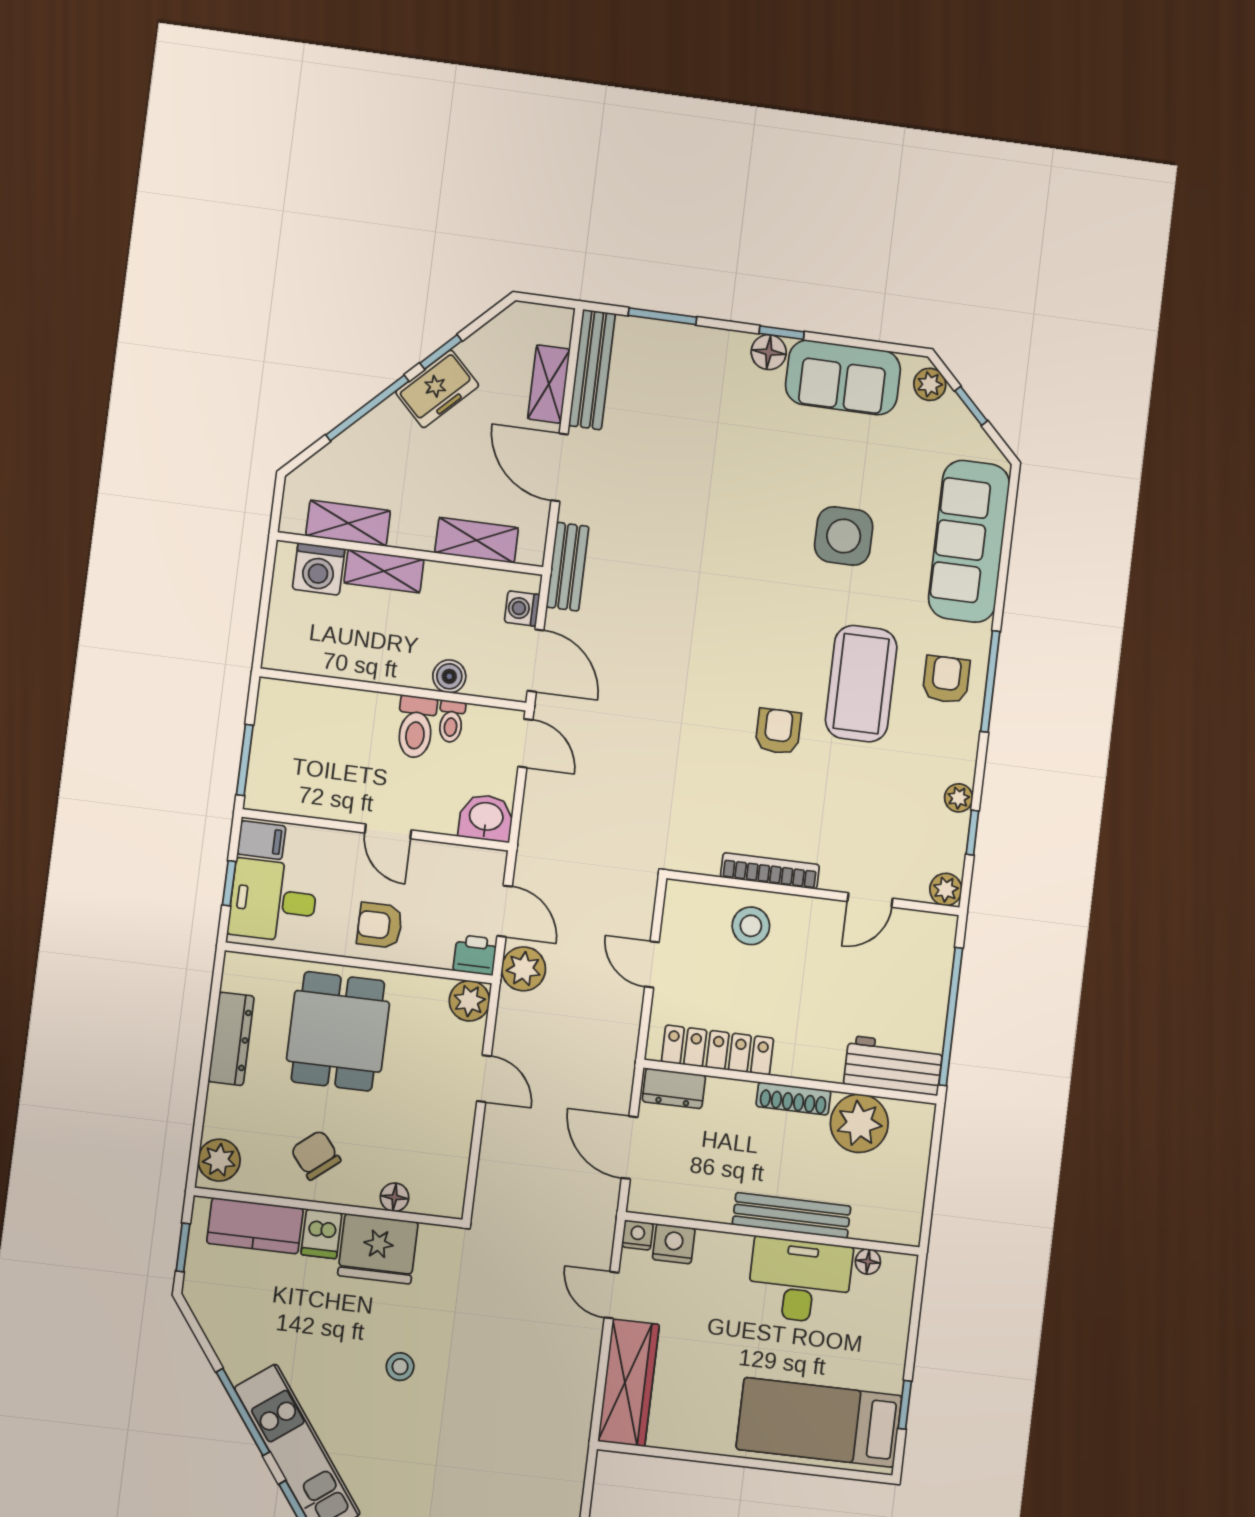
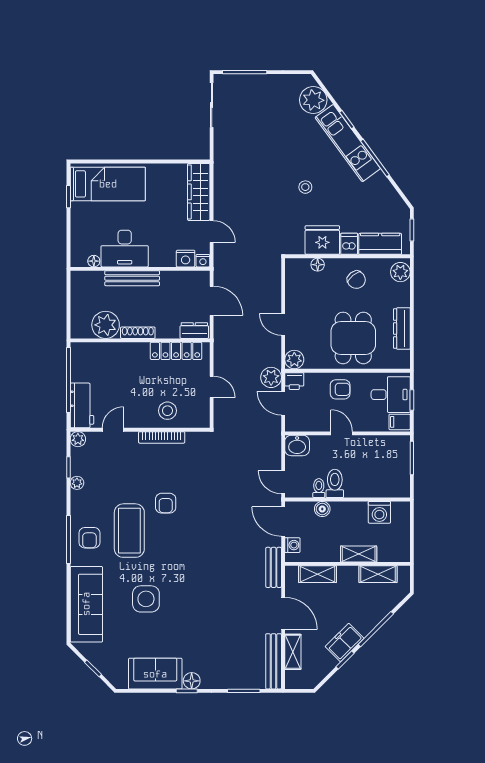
plant: (930, 384) -> (114, 676), removed
washing machine: (319, 569) -> (379, 512), moved, turned 180
workbench: (893, 1066) -> (82, 405), moved, turned -90

